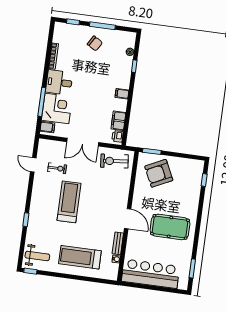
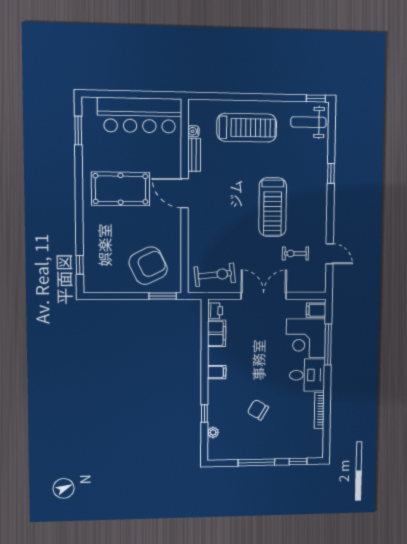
chair: (95, 43) -> (258, 410), moved

